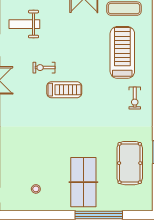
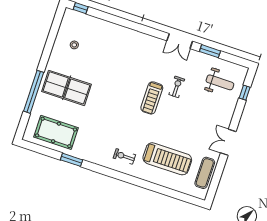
weight bench: (24, 24) -> (220, 82), turned 90
pool table: (130, 163) -> (56, 132), moved

